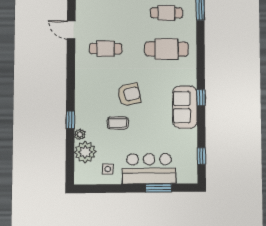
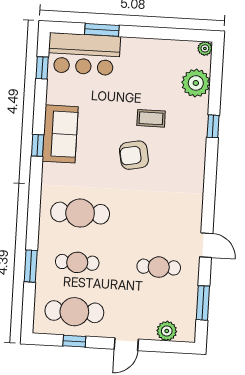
cafe table: (106, 49) -> (159, 267), moved
plant: (80, 134) -> (205, 48), moved
side table: (108, 169) -> (167, 59), removed
bar counter: (149, 169) -> (84, 54), moved

